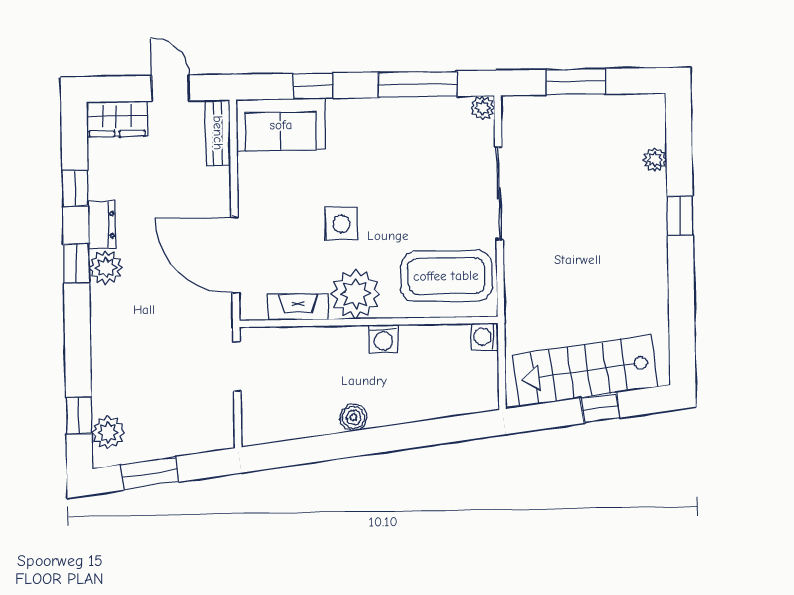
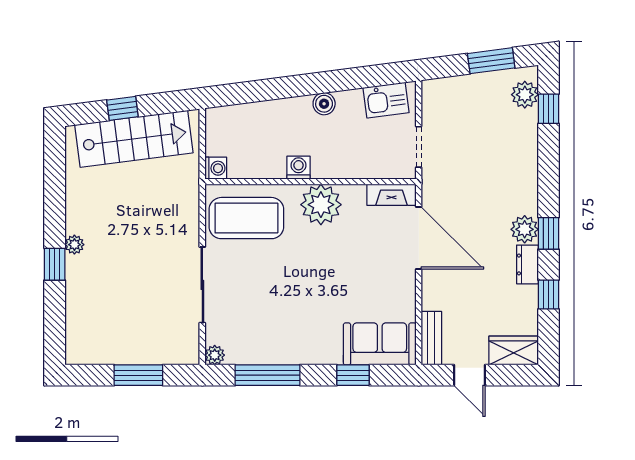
plant: (655, 159) -> (74, 245), moved
side table: (341, 224) -> (331, 262), removed
fireplace: (298, 307) -> (391, 195), moved
kitchen sink: (278, 423) -> (386, 100), added

